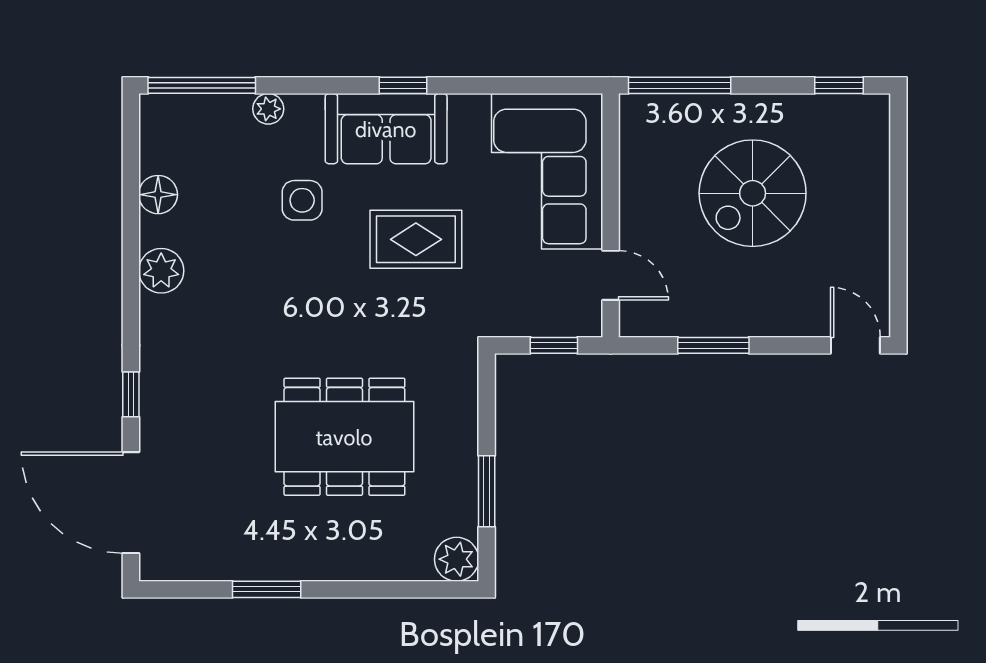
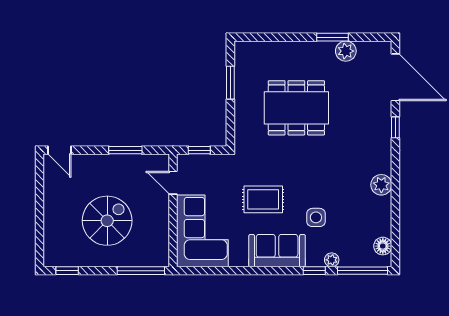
window: (403, 85) -> (314, 271), moved
floor lamp: (158, 195) -> (383, 246), moved
plant: (457, 559) -> (346, 51), moved

